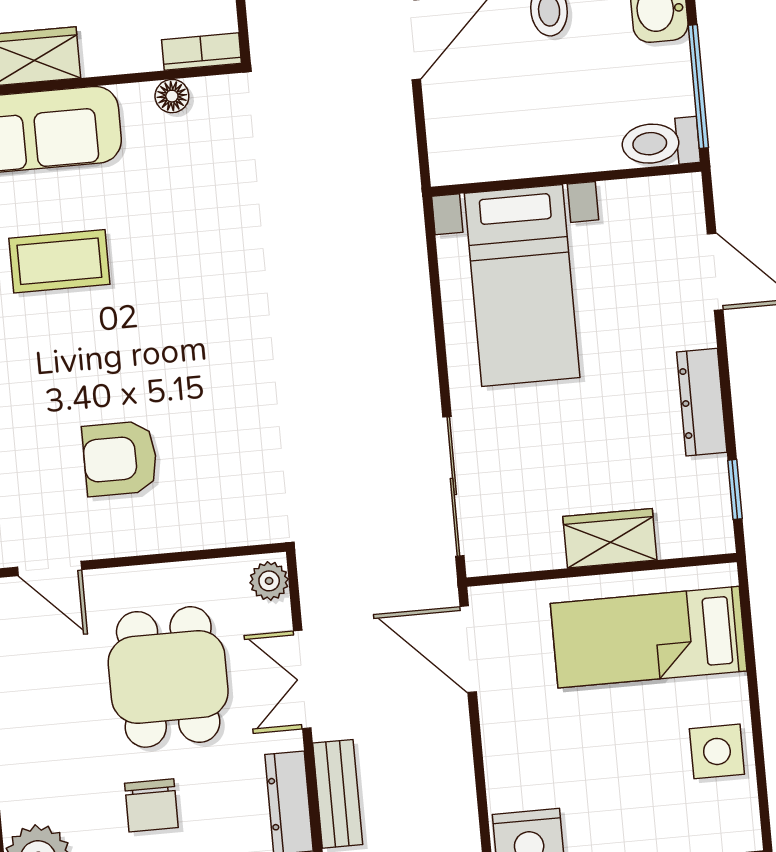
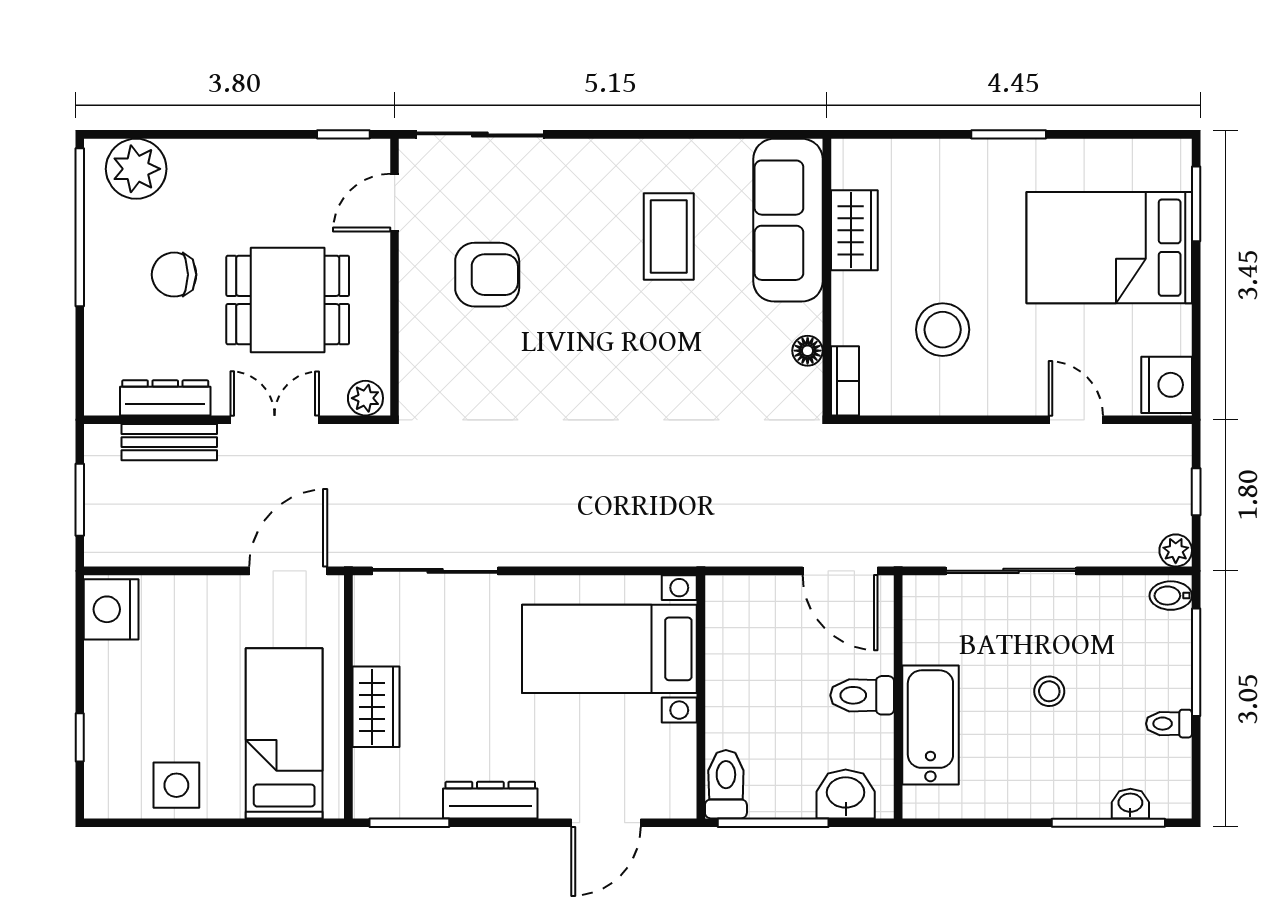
armchair: (120, 459) -> (487, 275), turned 90
window: (735, 489) -> (409, 823), width x1.50

